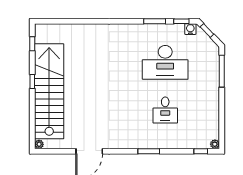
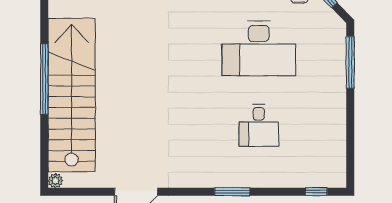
window: (32, 44) -> (44, 18), removed
window: (32, 81) -> (44, 79), width x3.17
plant: (215, 144) -> (339, 180), removed

